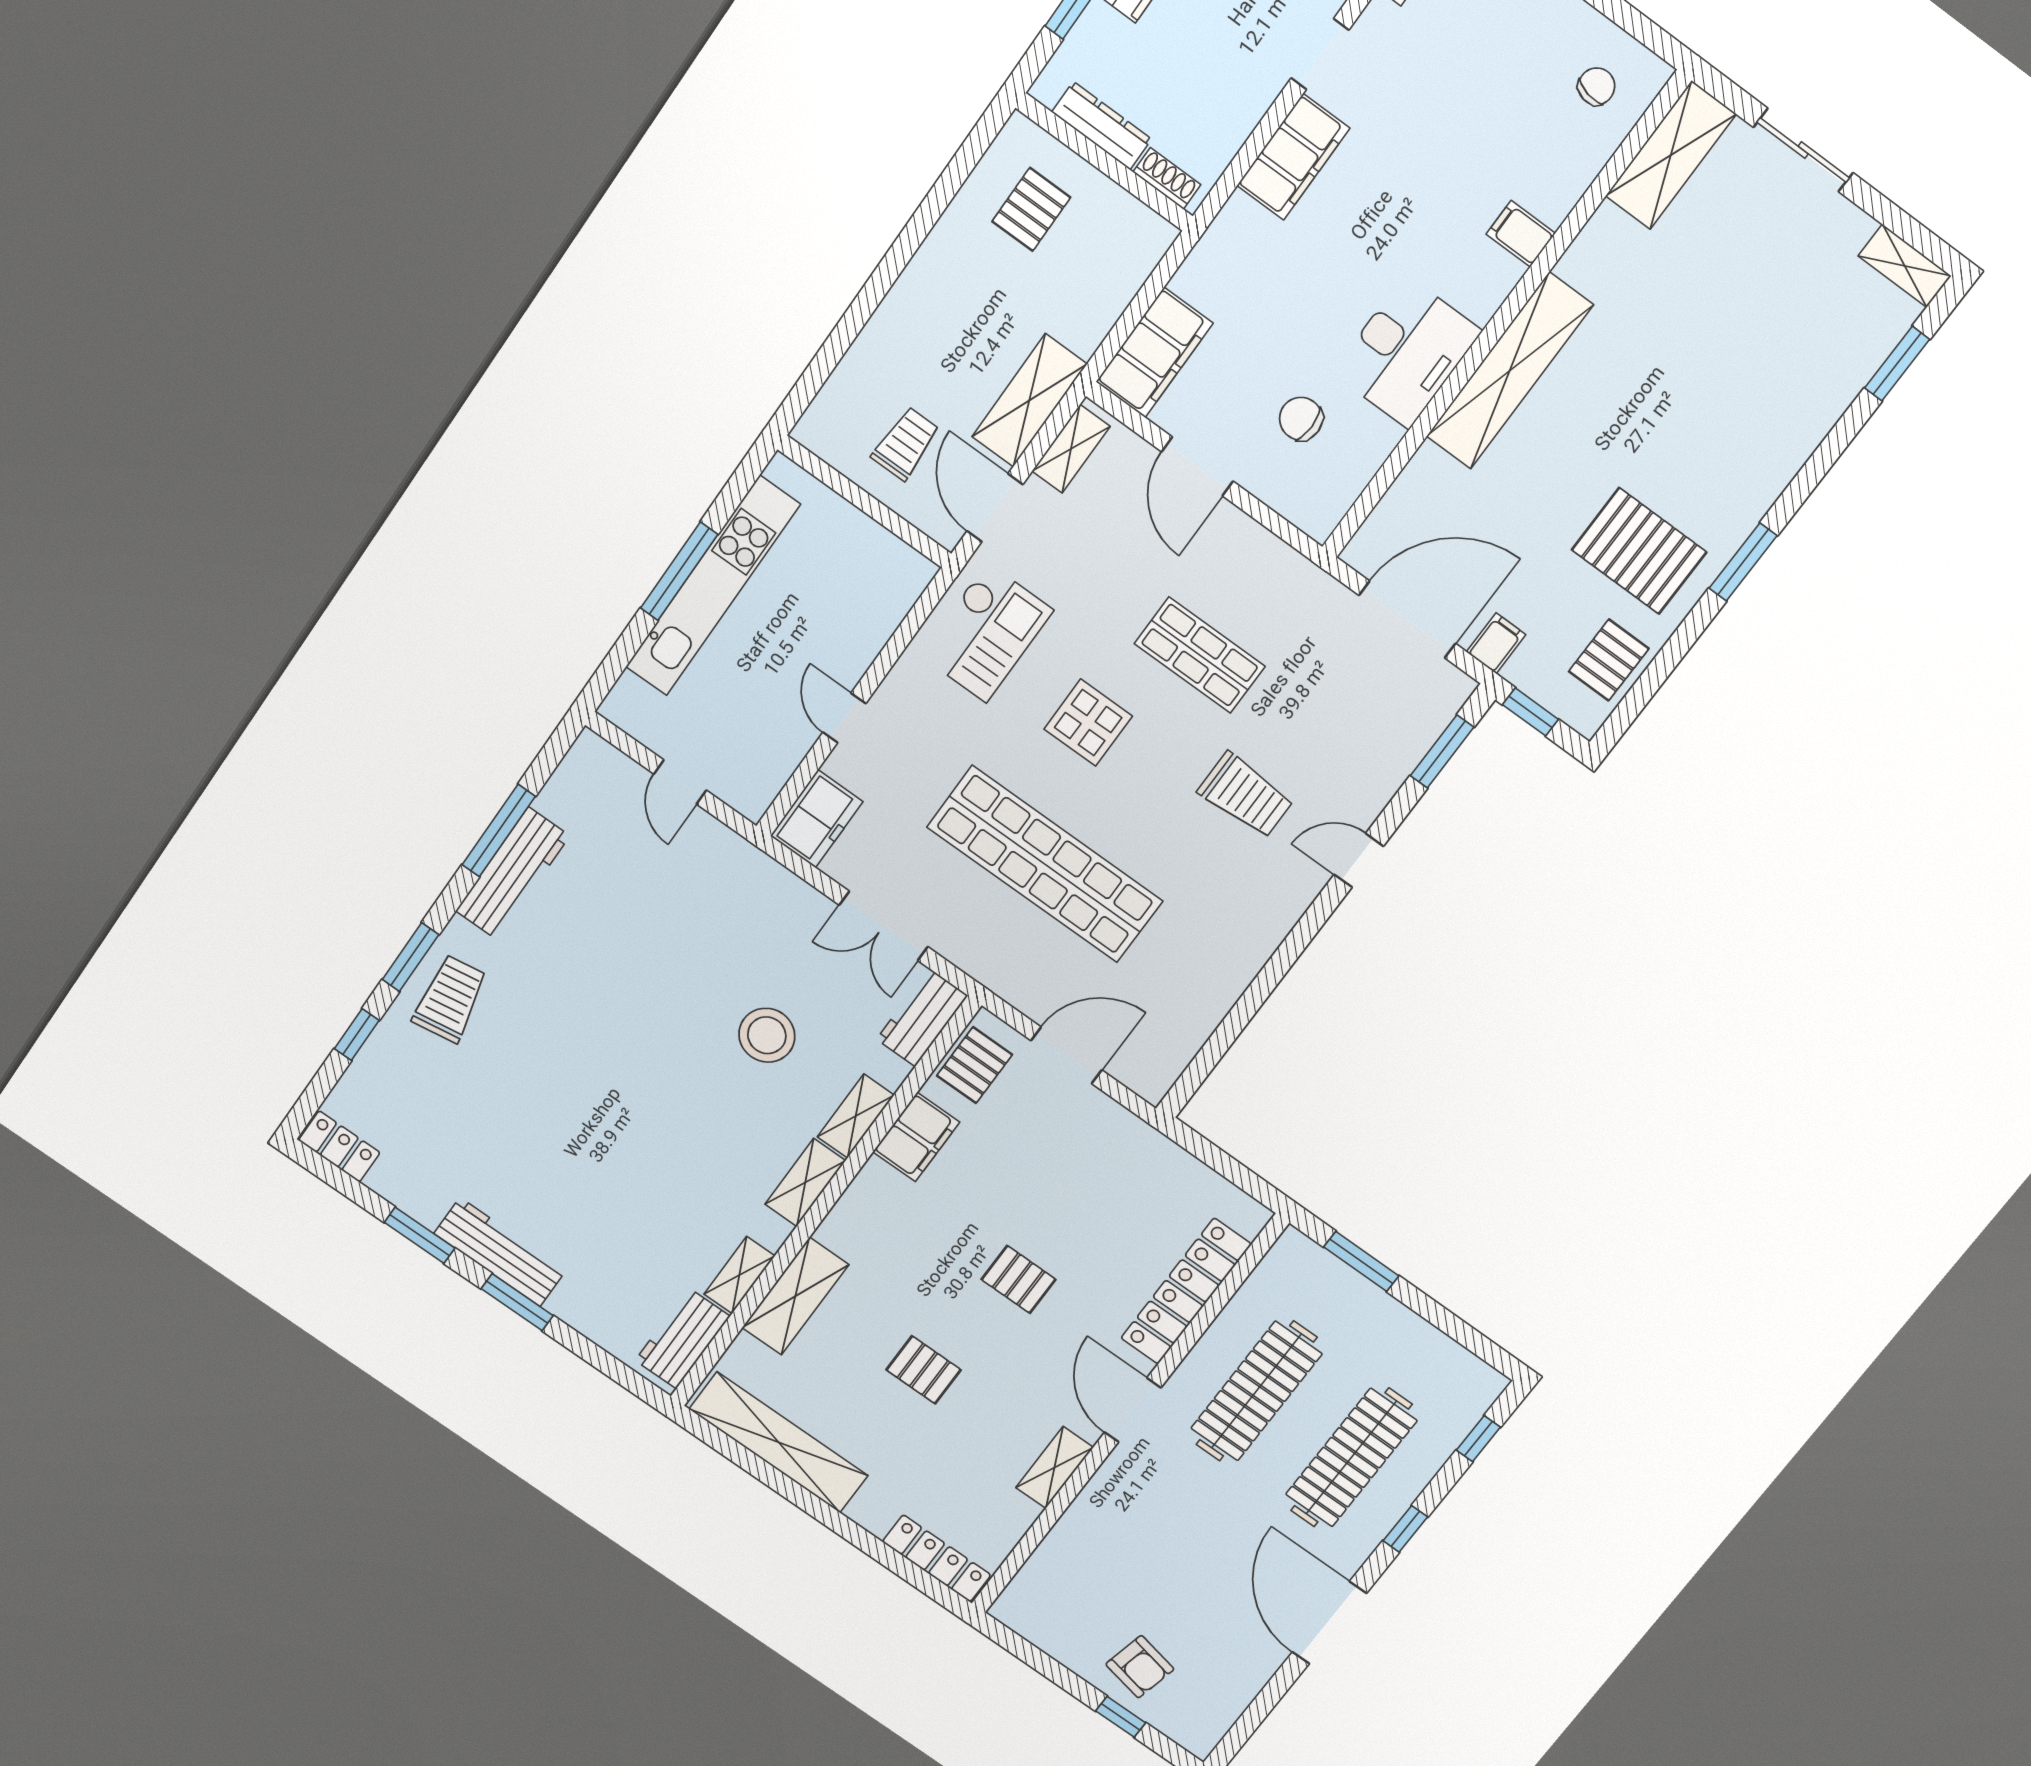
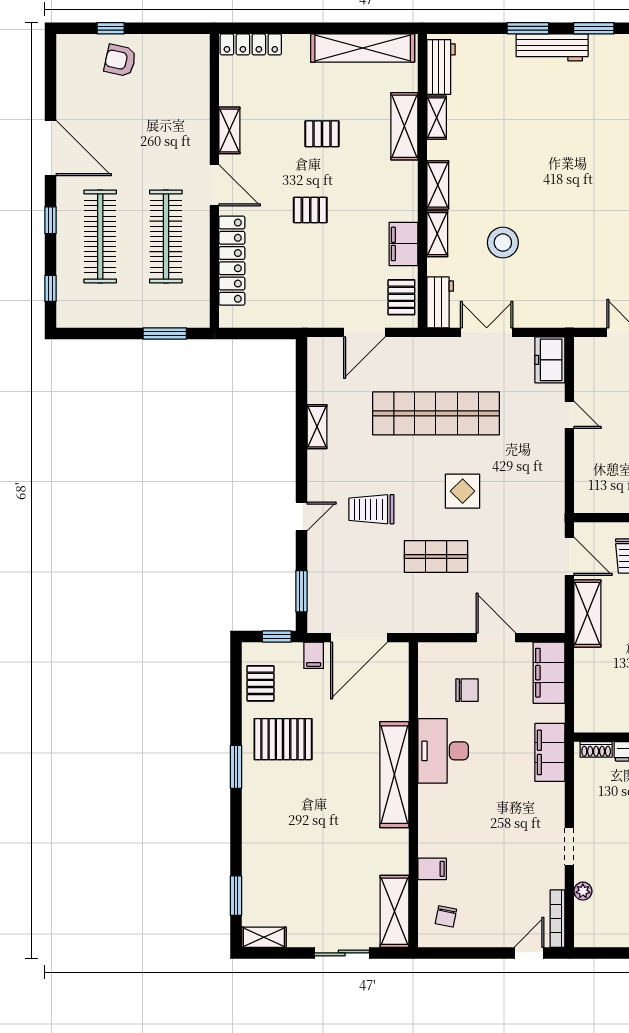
filing cabinet: (1293, 157) -> (550, 752), moved
filing cabinet: (1521, 234) -> (432, 869), moved
shelving: (1071, 449) -> (317, 427), moved
checkout: (986, 633) -> (535, 499), removed

